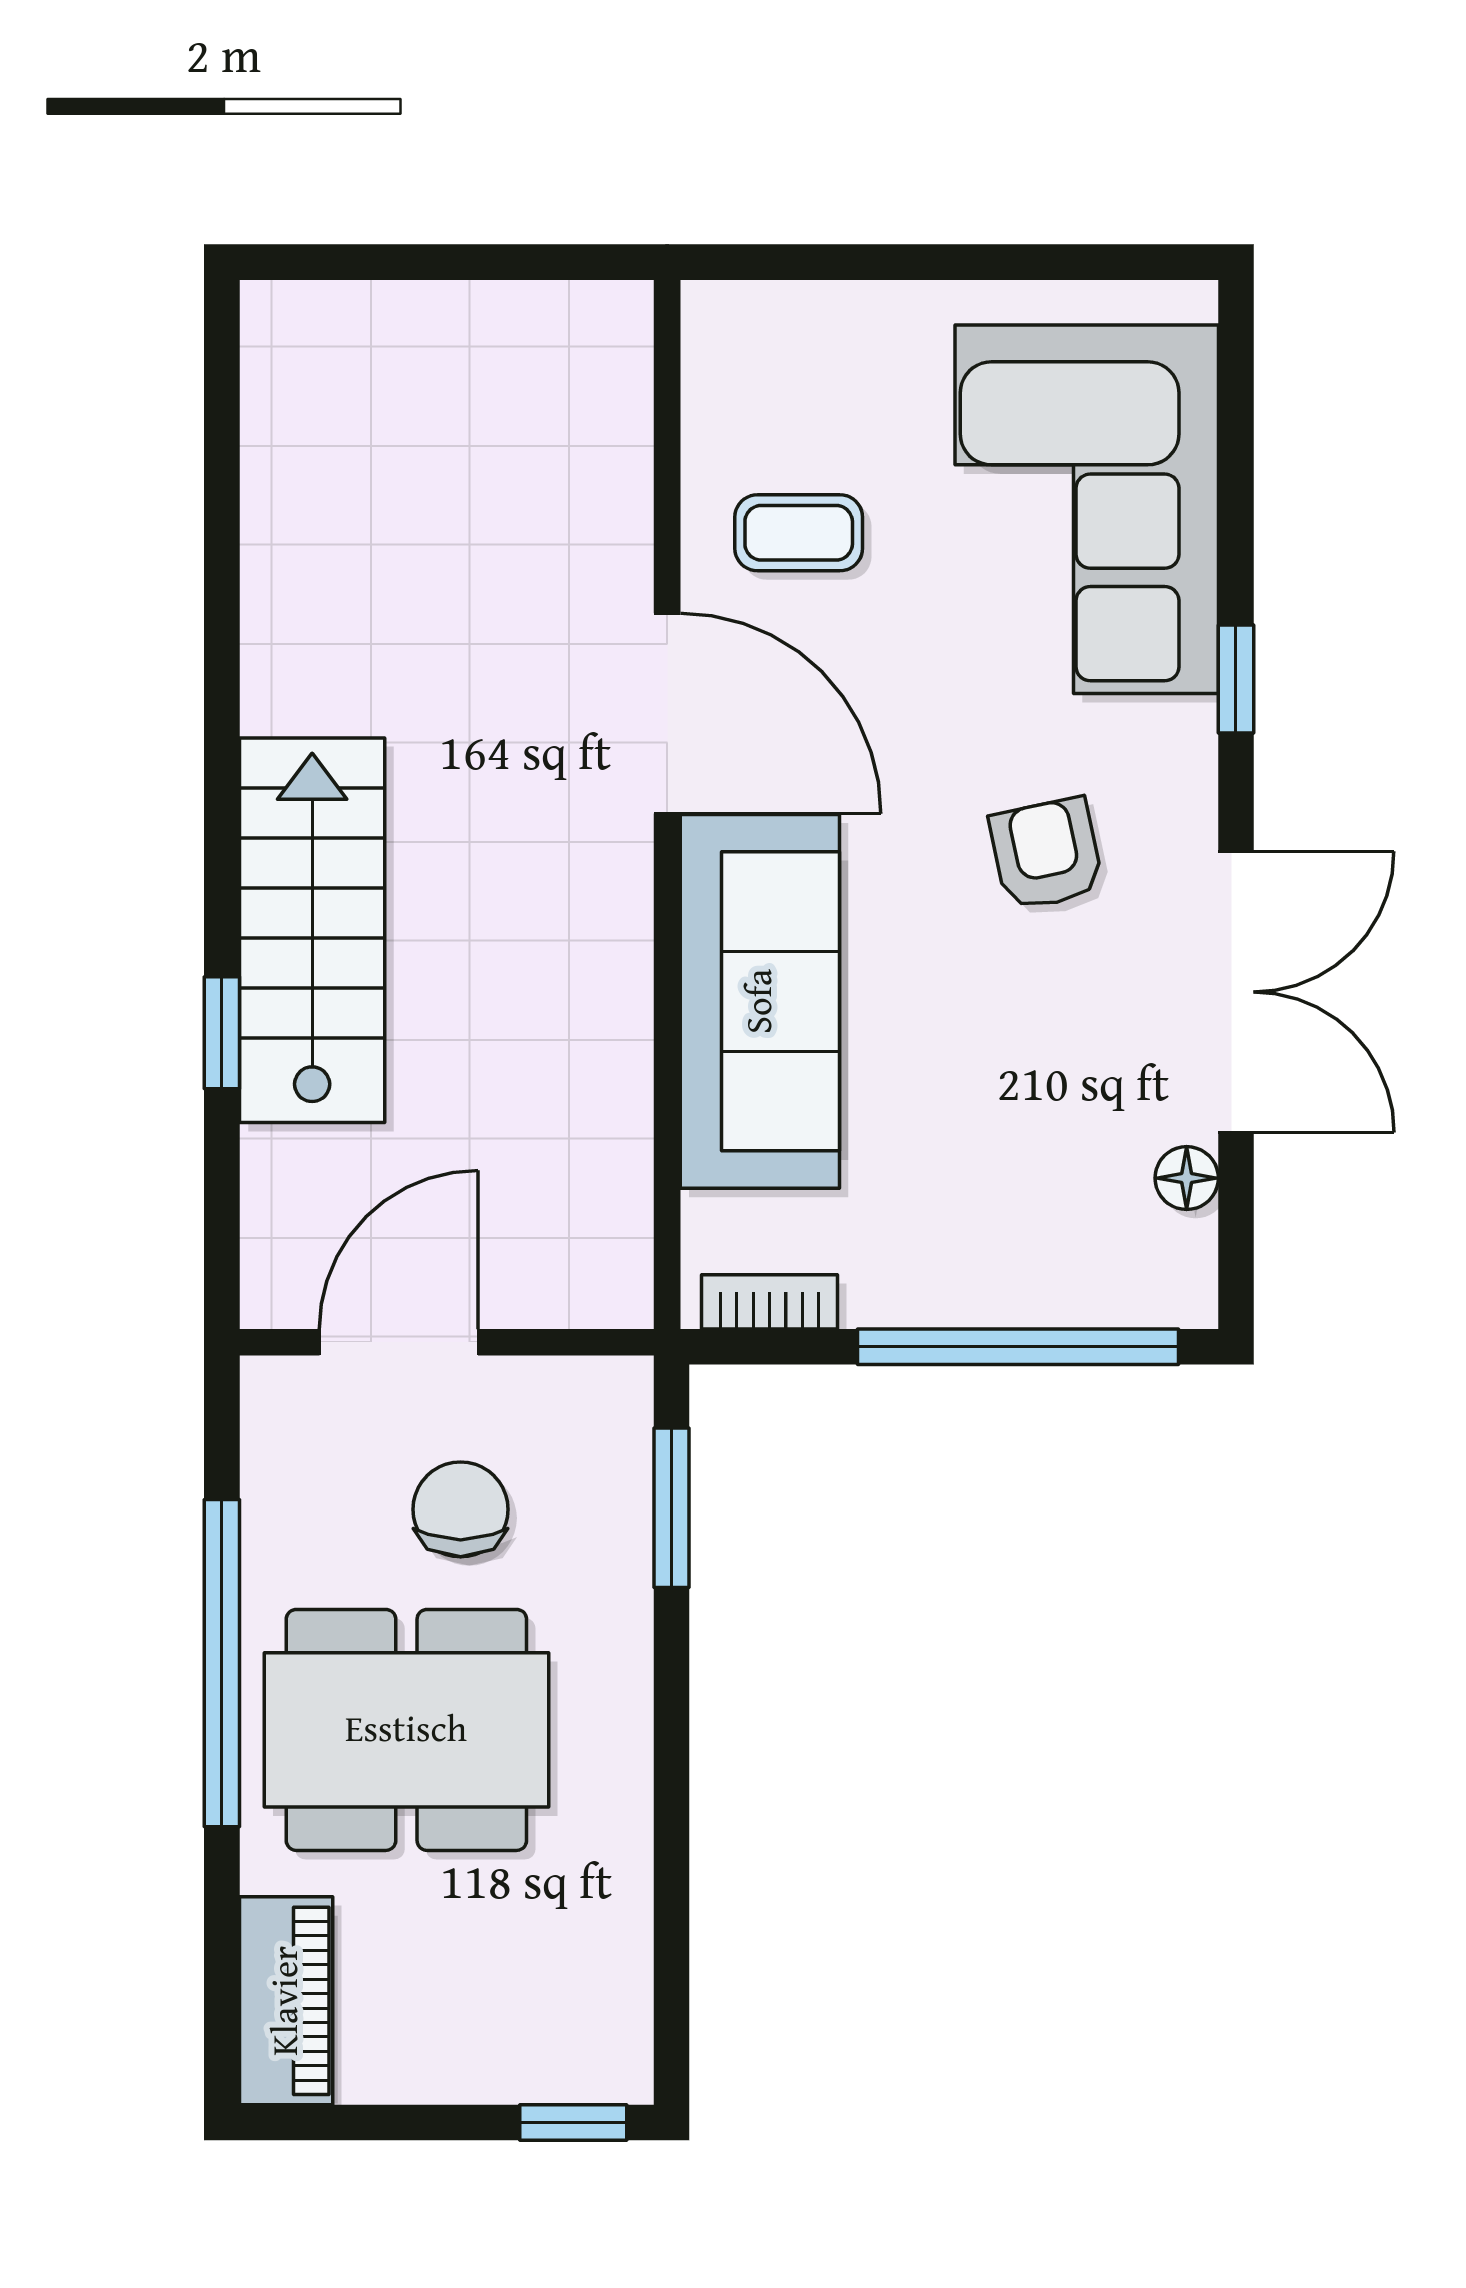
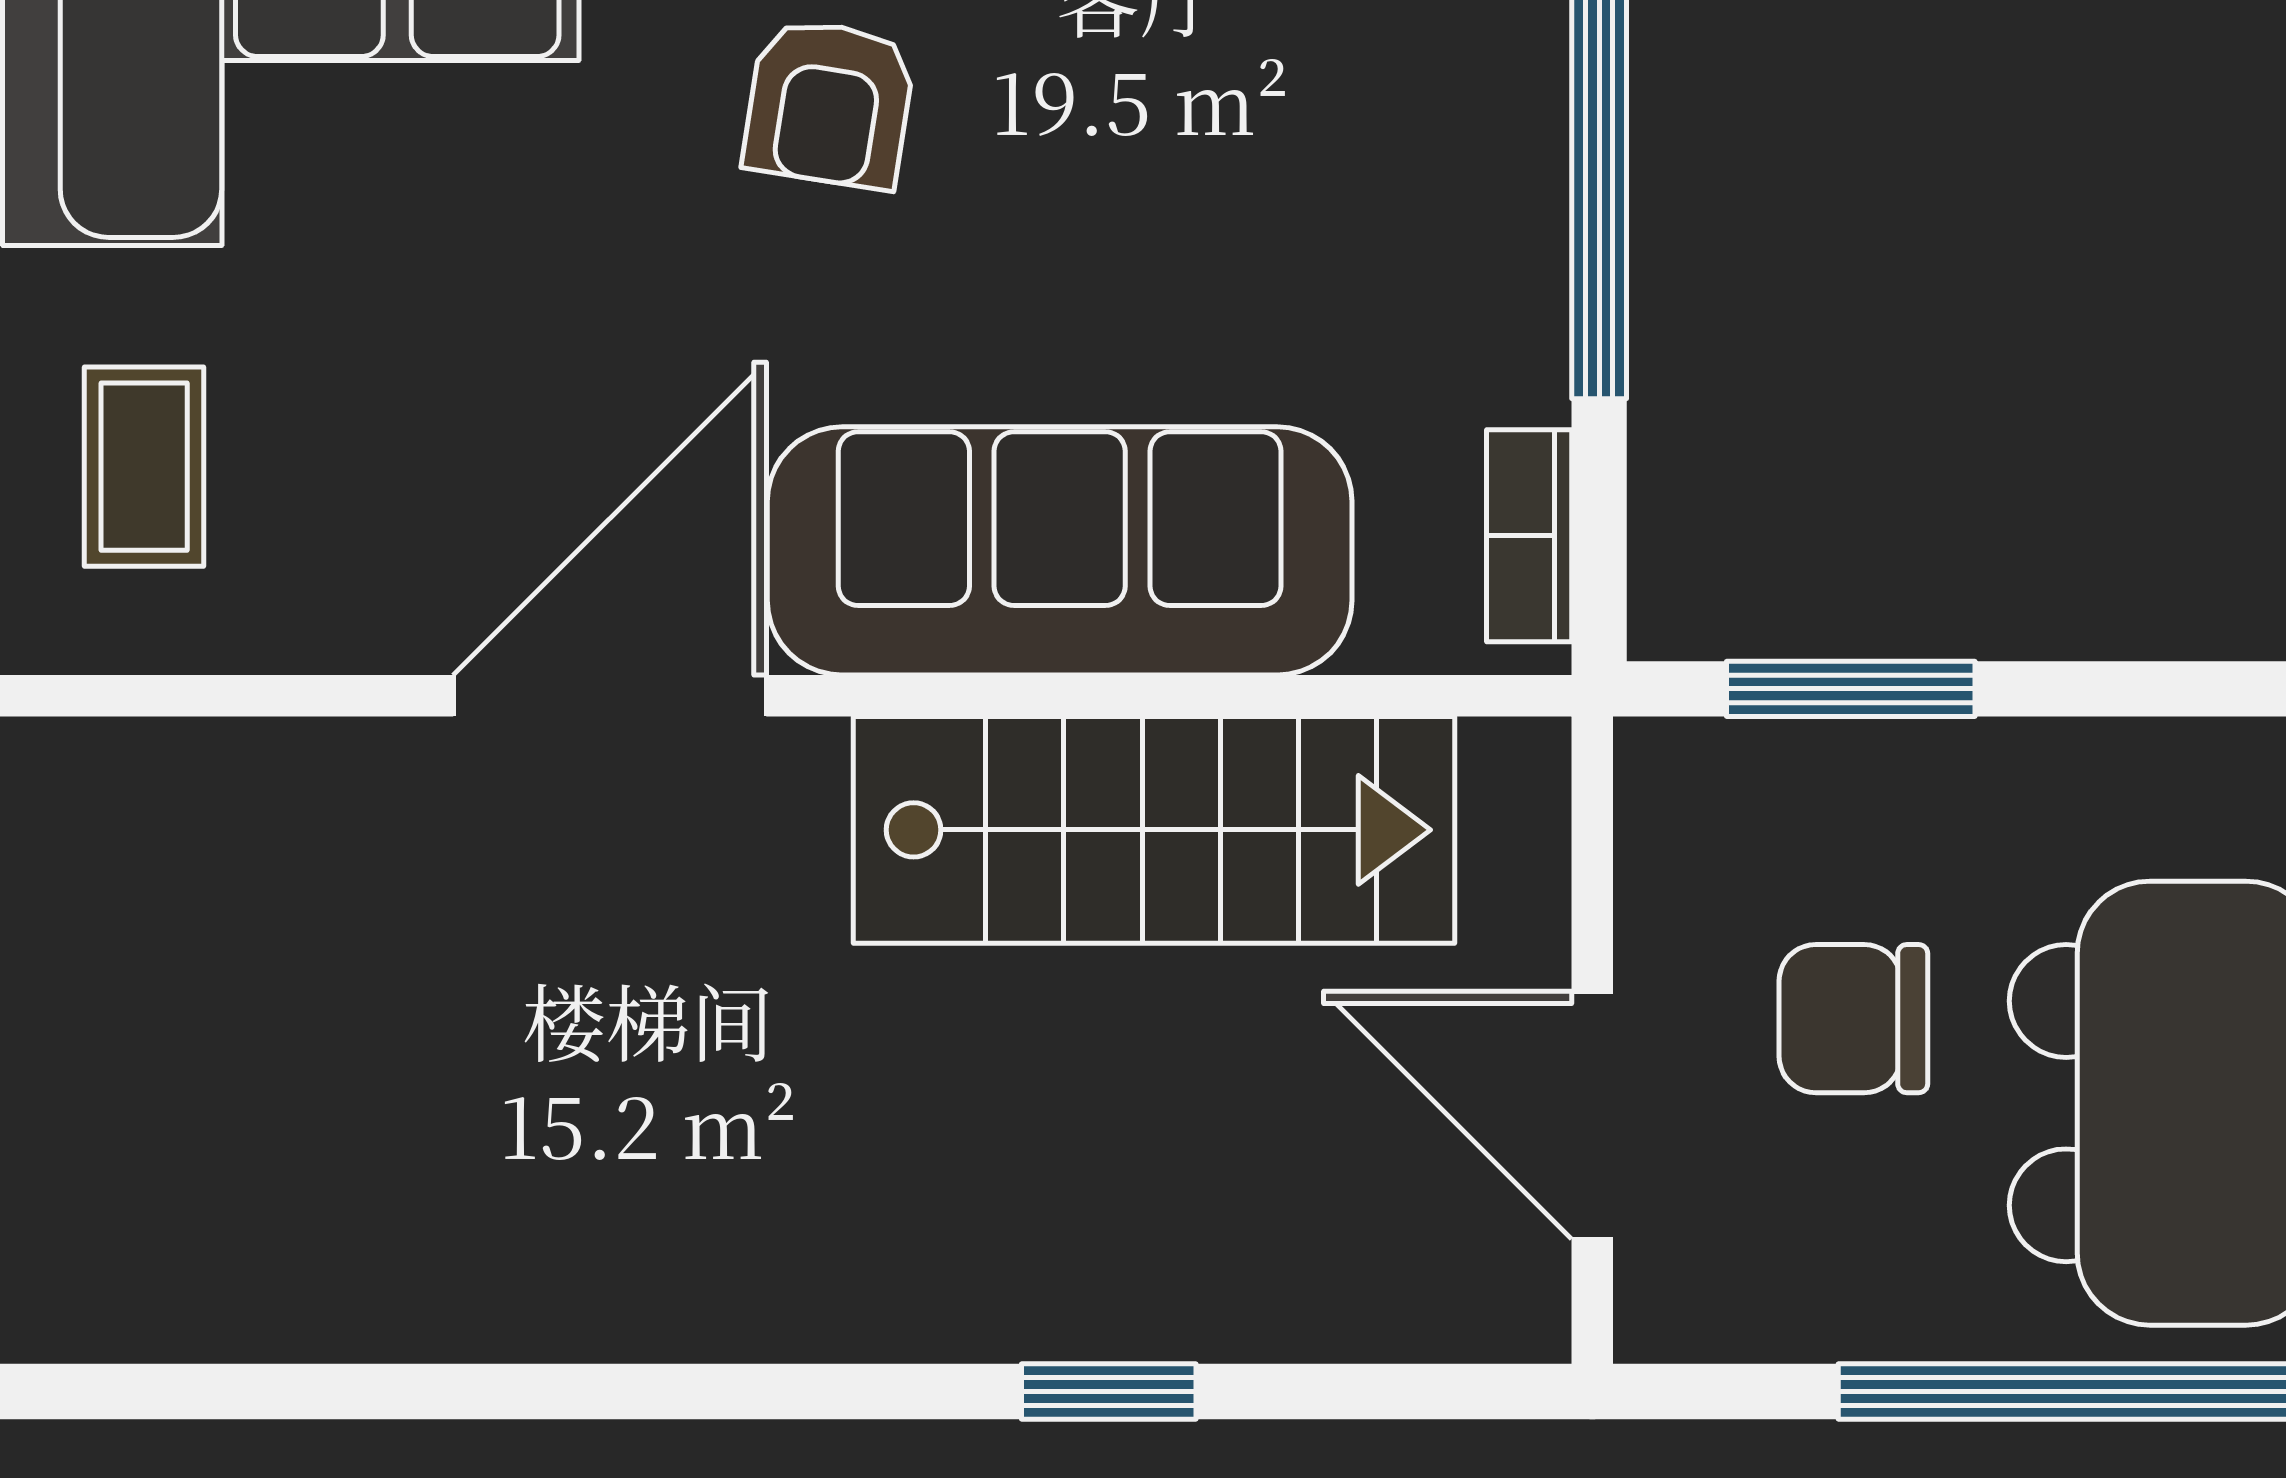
coffee table: (799, 533) -> (144, 467), moved
armchair: (1046, 854) -> (829, 103), turned -69
stairs: (312, 930) -> (1154, 830), moved, turned 180

